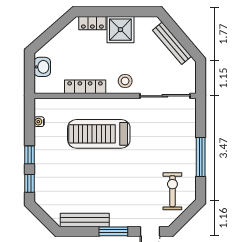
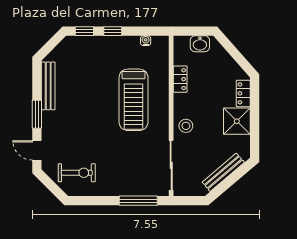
locker: (85, 87) -> (180, 79), width x0.66
treadmill: (99, 134) -> (134, 100), turned 180
window: (201, 157) -> (138, 201), moved

